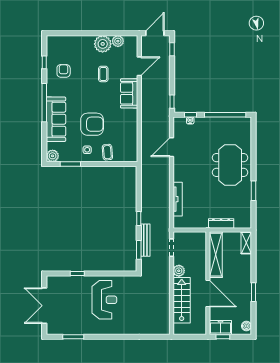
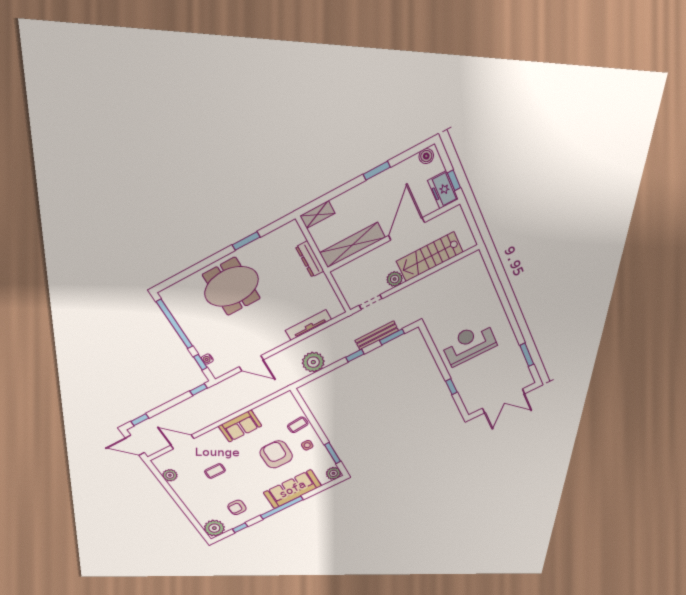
plant: (103, 44) -> (214, 528), moved
sofa: (129, 93) -> (240, 426), moved
plant: (149, 188) -> (313, 362), added

